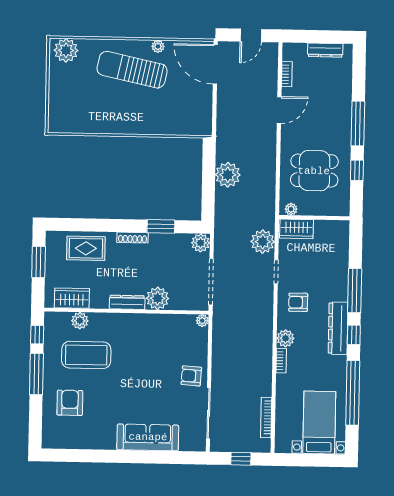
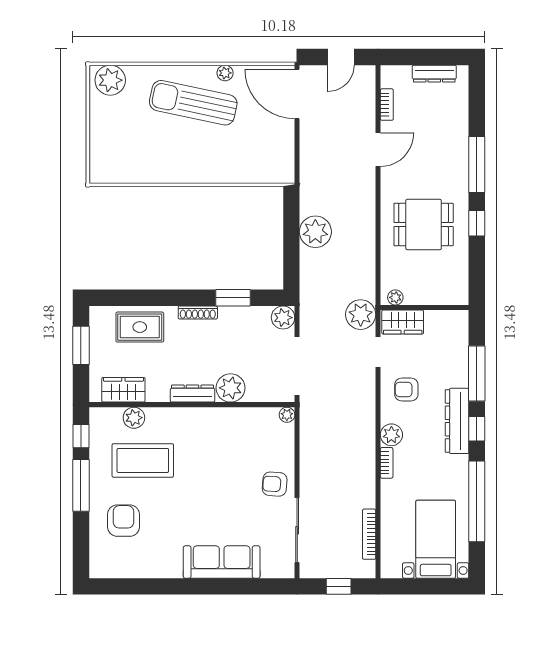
plant: (291, 209) -> (395, 297), moved
wall: (314, 218) -> (425, 308), moved
wardrobe: (297, 229) -> (403, 322), moved

